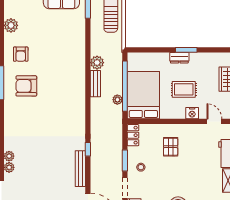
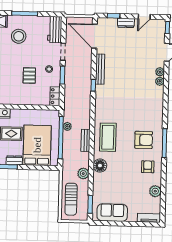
floor lamp: (77, 54) -> (100, 166), added
plant: (97, 63) -> (83, 174), moved
coffee table: (69, 88) -> (108, 137), added
bed: (143, 95) -> (37, 145), moved, turned 180
pallet: (171, 147) -> (29, 75), moved

